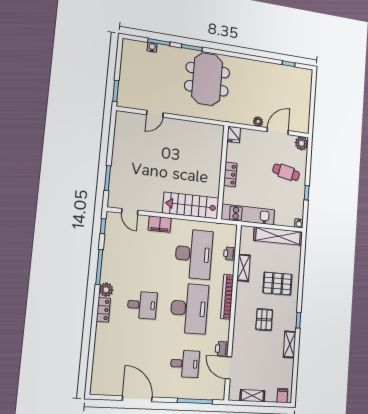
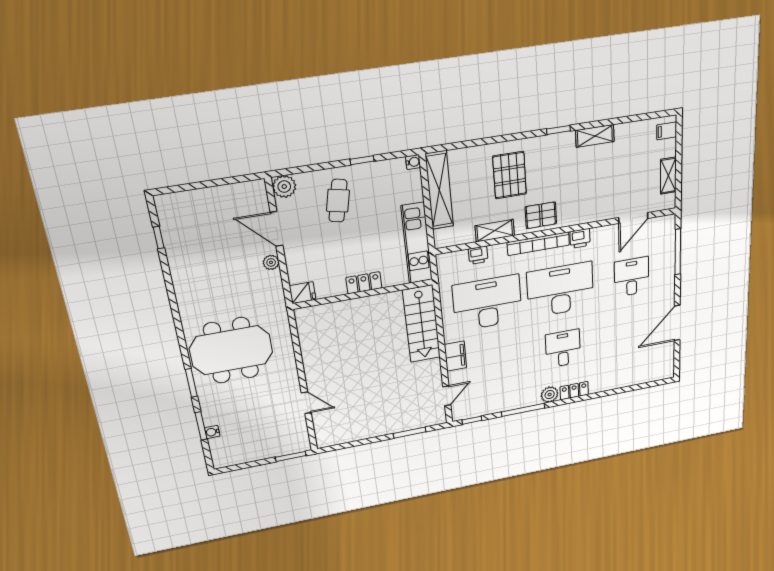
pallet: (264, 320) -> (541, 215), moved
printer: (222, 349) -> (580, 238), moved

